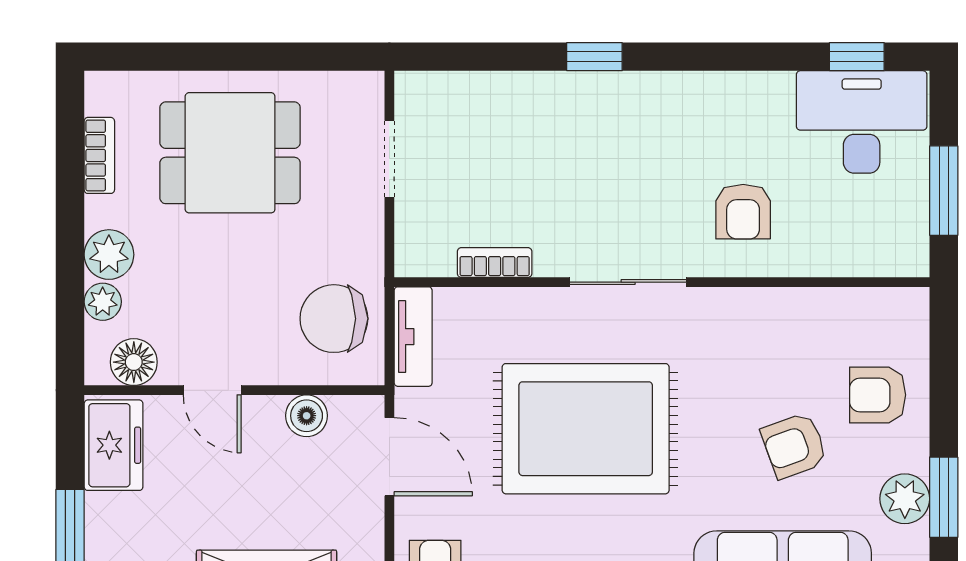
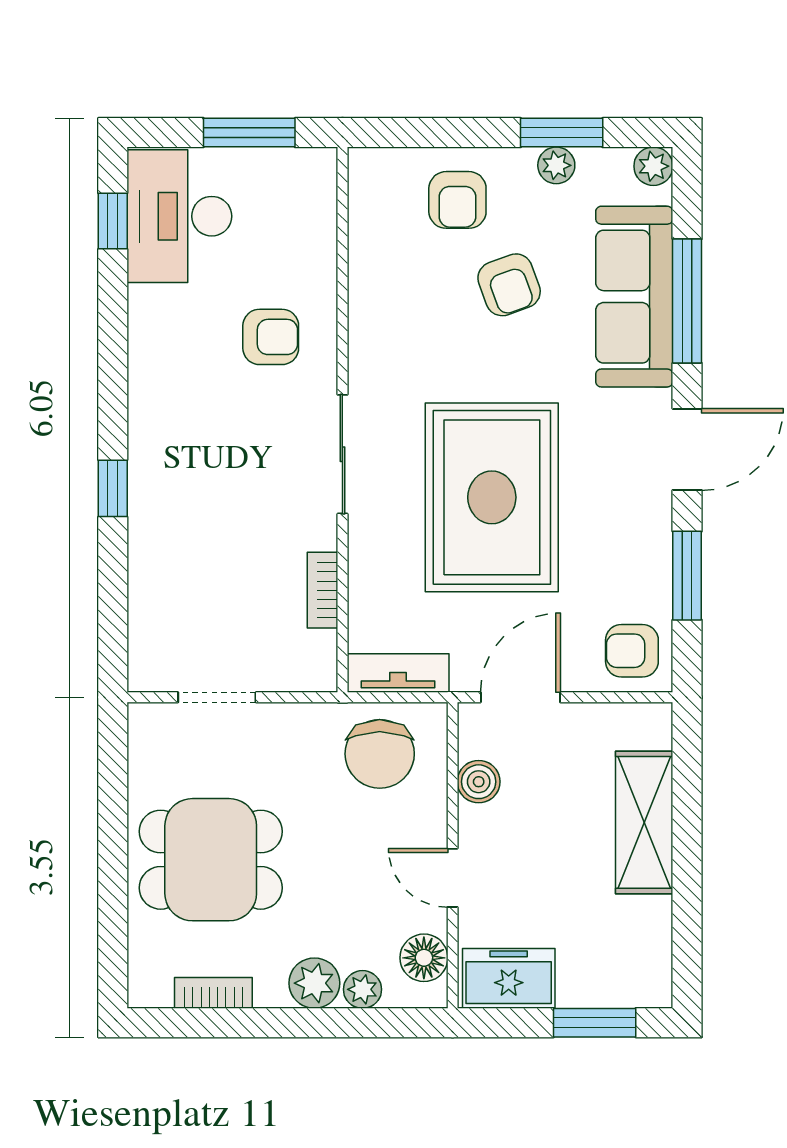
dining table: (230, 153) -> (211, 860), turned 90
door: (212, 390) -> (453, 878), swing flipped
plant: (905, 499) -> (556, 165), width x0.73, depth x0.73

